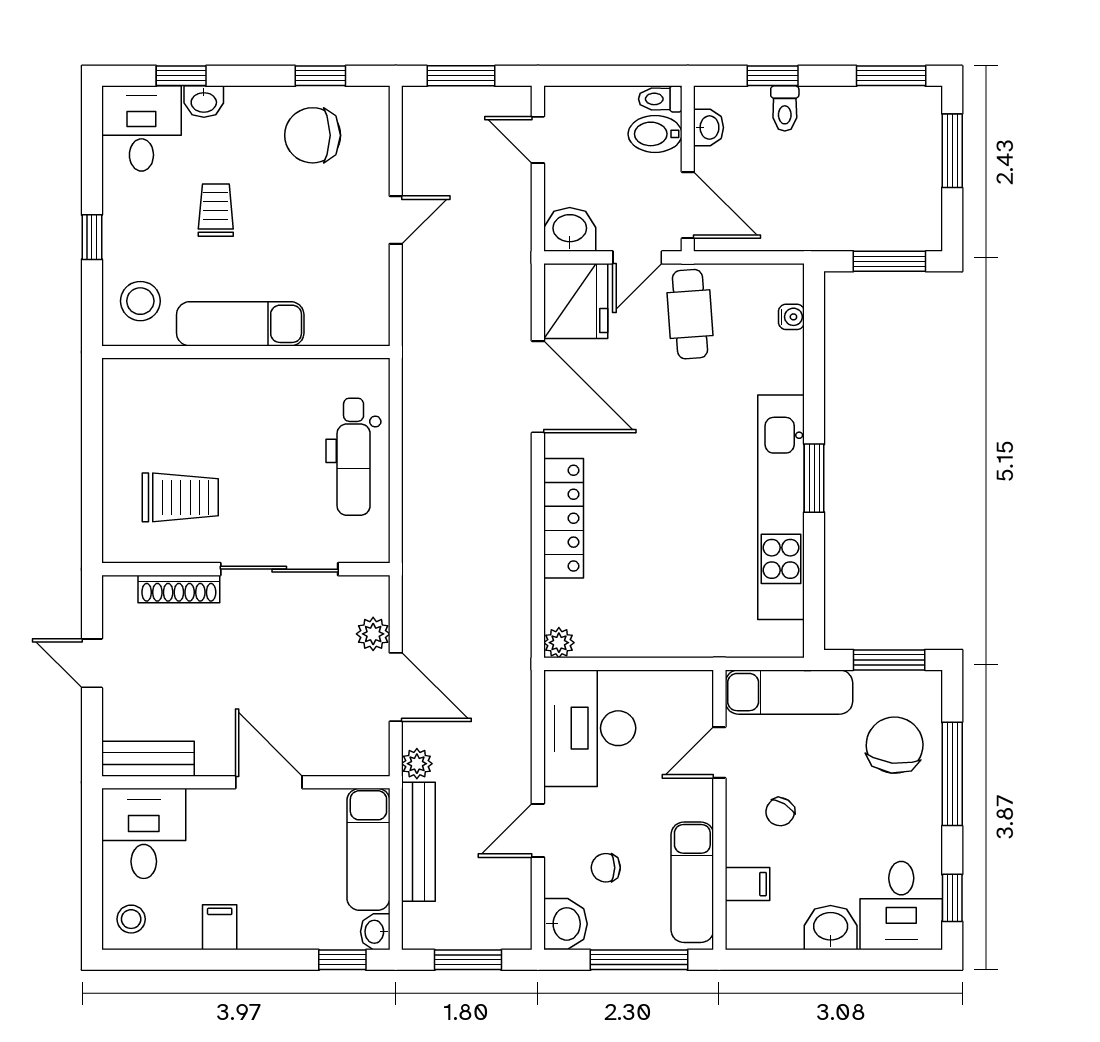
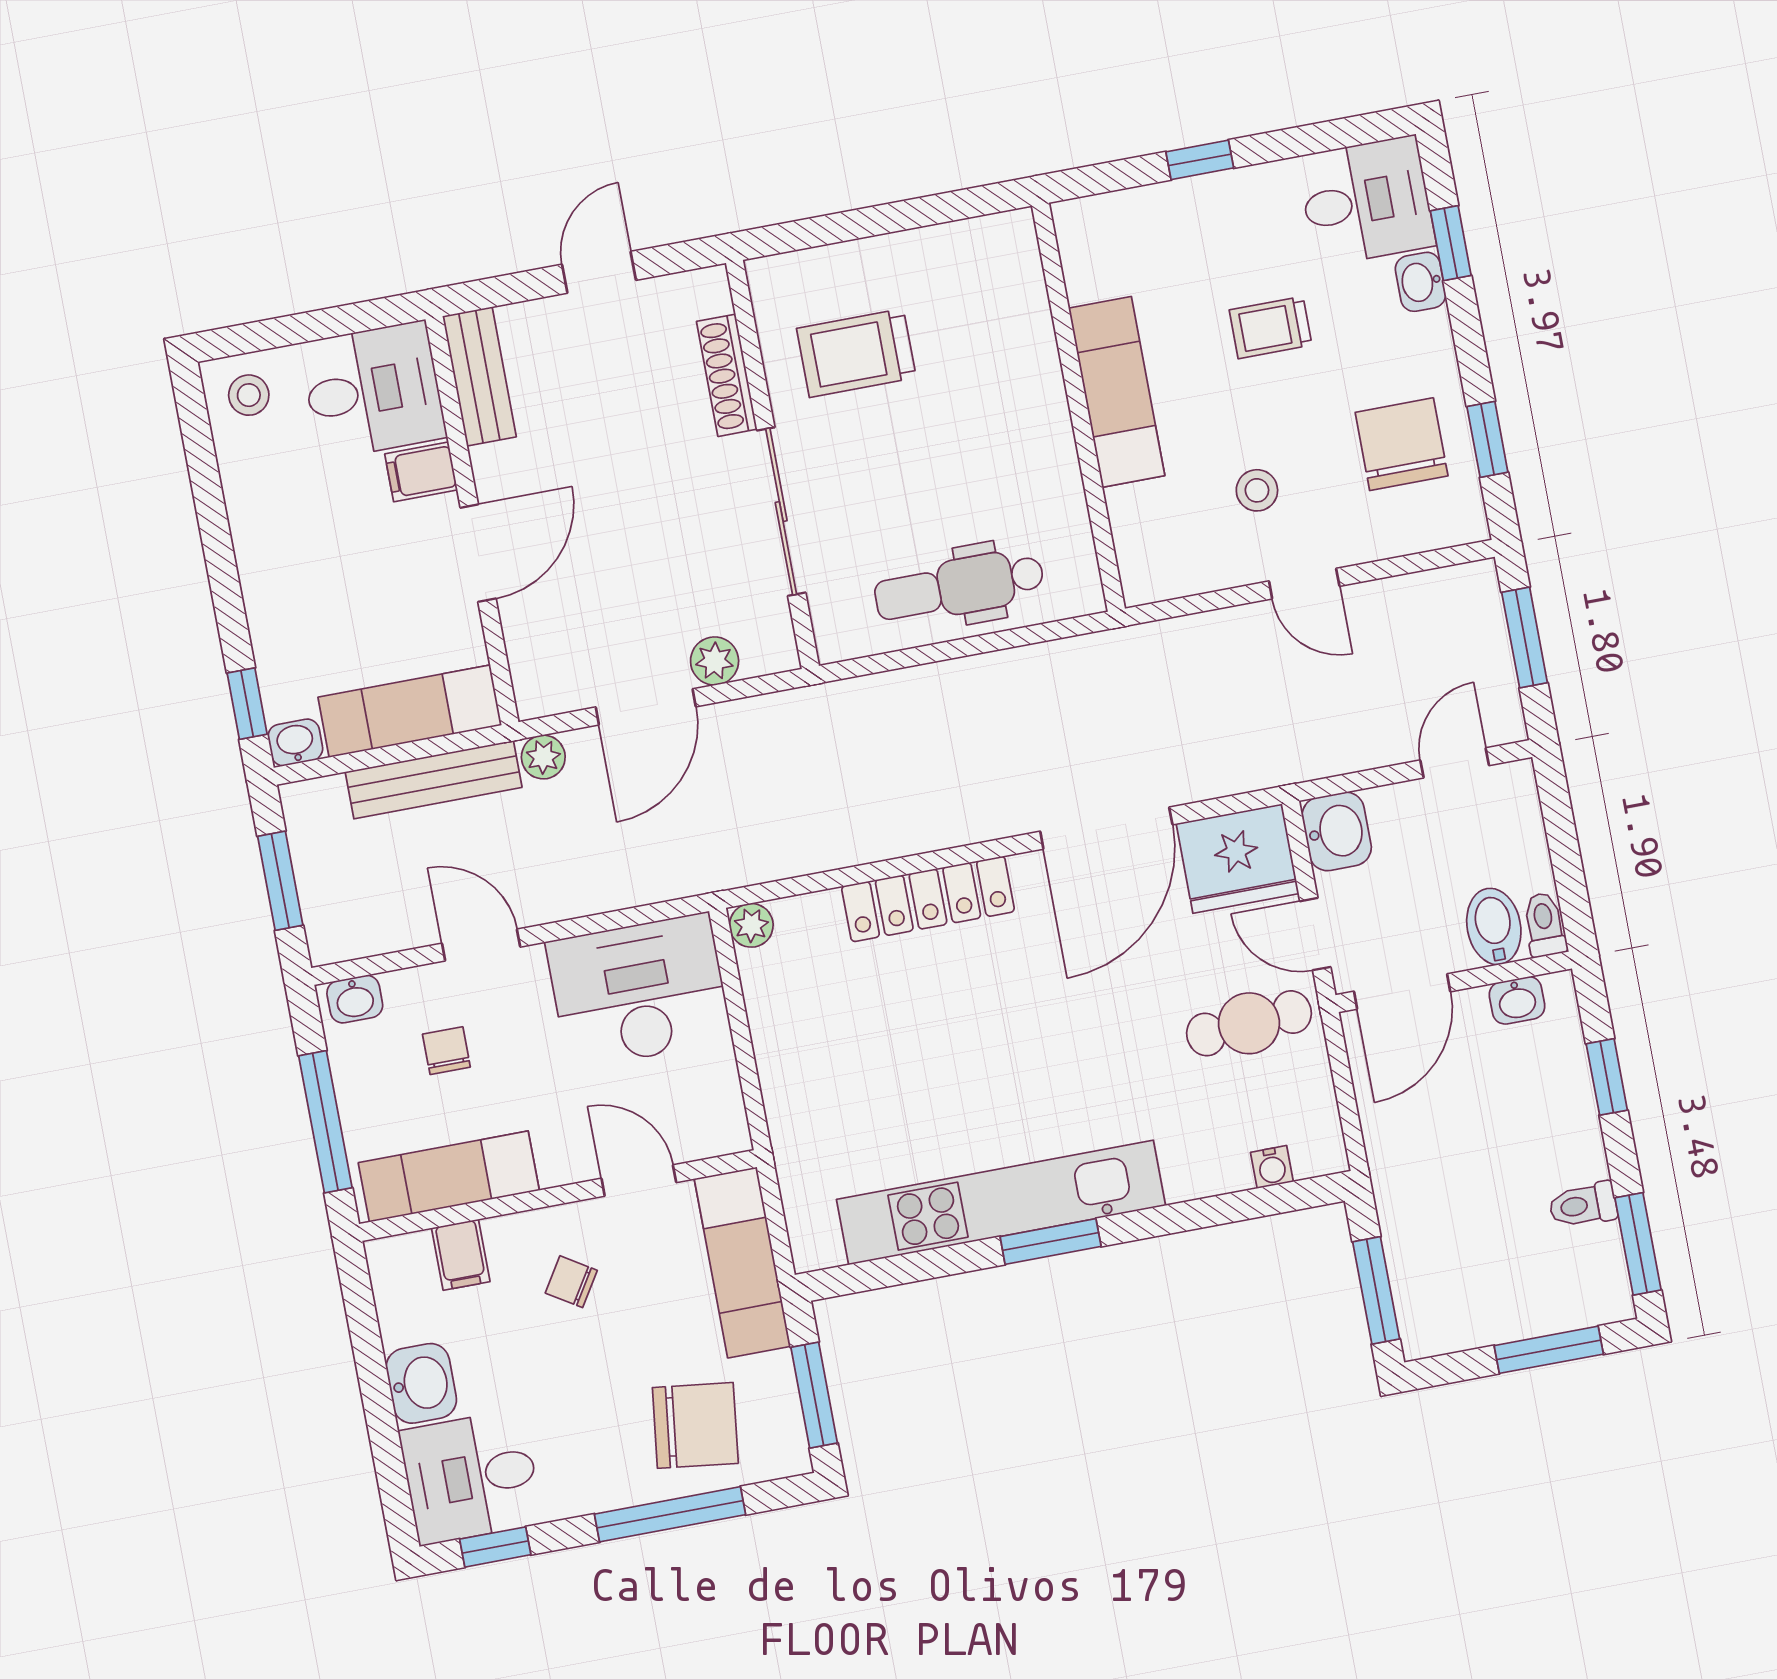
toilet: (785, 108) -> (1583, 1205), moved
trolley: (216, 210) -> (1271, 327), turned 180
stool: (140, 301) -> (1257, 490), moved, width x0.73, depth x0.73
trolley: (180, 497) -> (856, 353), turned 90
washbasin: (565, 924) -> (355, 999), width x0.72, depth x0.69
filing cabinet: (220, 927) -> (421, 472), moved, turned 180

